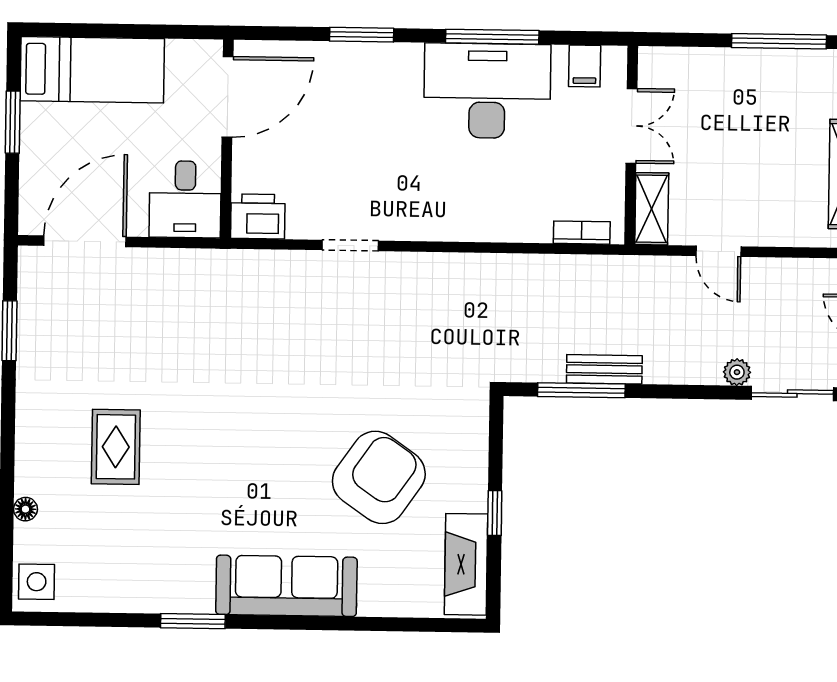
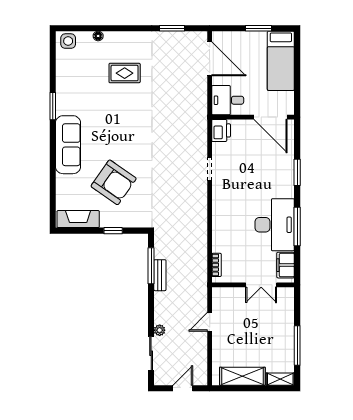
filing cabinet: (585, 66) -> (286, 265), width x2.00
shelving: (652, 209) -> (227, 294), removed
window: (495, 513) -> (113, 231), moved

